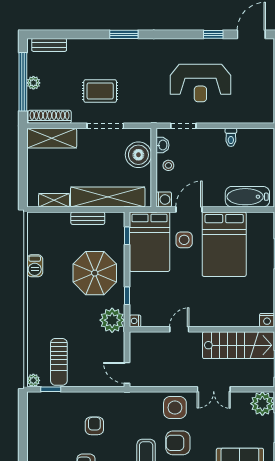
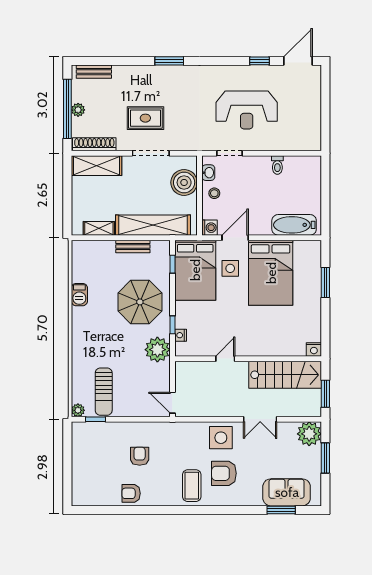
nightstand: (135, 321) -> (181, 335), moved

